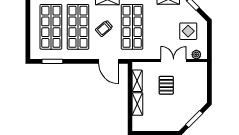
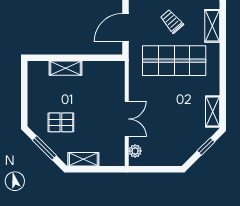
display table: (188, 31) -> (168, 140), removed
shelving: (137, 81) -> (83, 159), moved
pallet: (166, 85) -> (61, 122), moved

